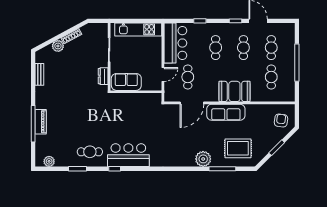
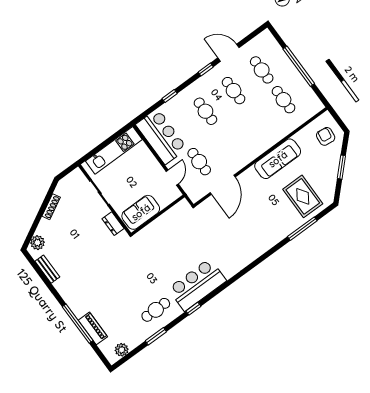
plant: (58, 46) -> (37, 243), moved
booth: (234, 91) -> (257, 142), removed
sofa: (226, 112) -> (278, 159), moved
piano: (41, 122) -> (93, 328), moved
rug: (238, 148) -> (303, 196), turned 90
plant: (203, 159) -> (276, 233), removed

